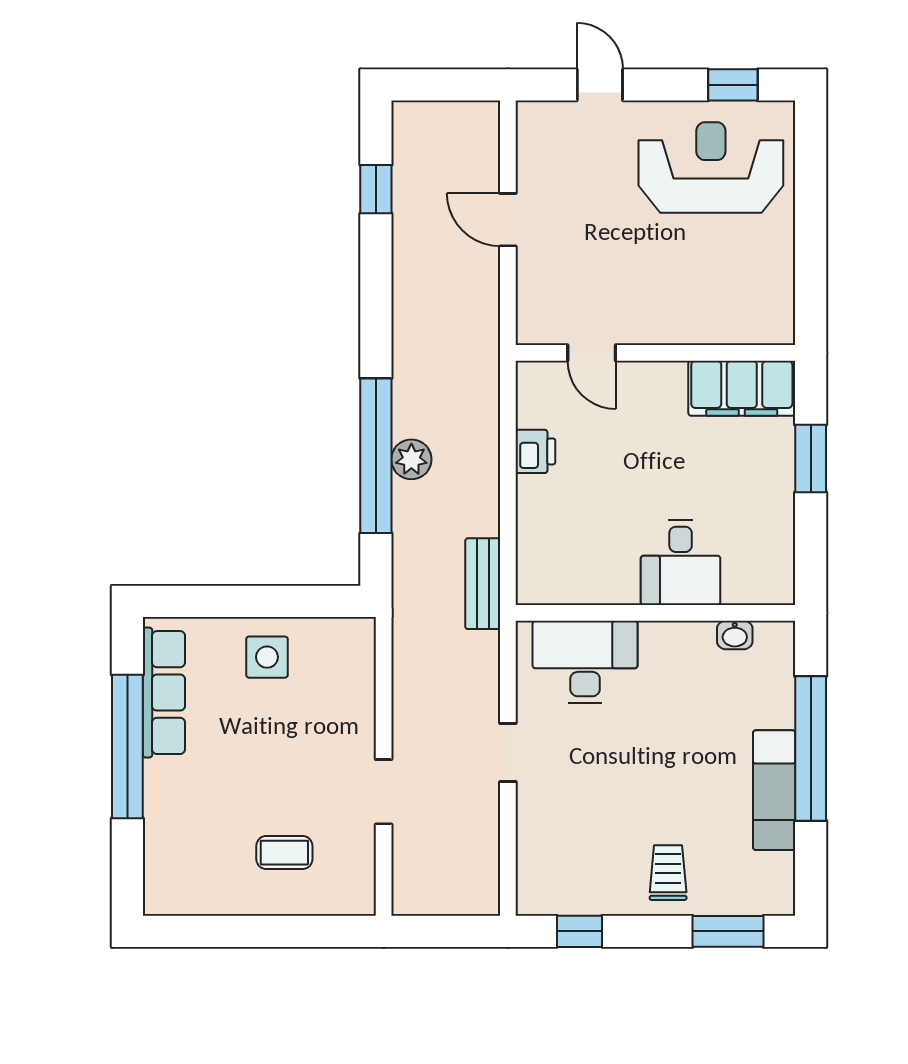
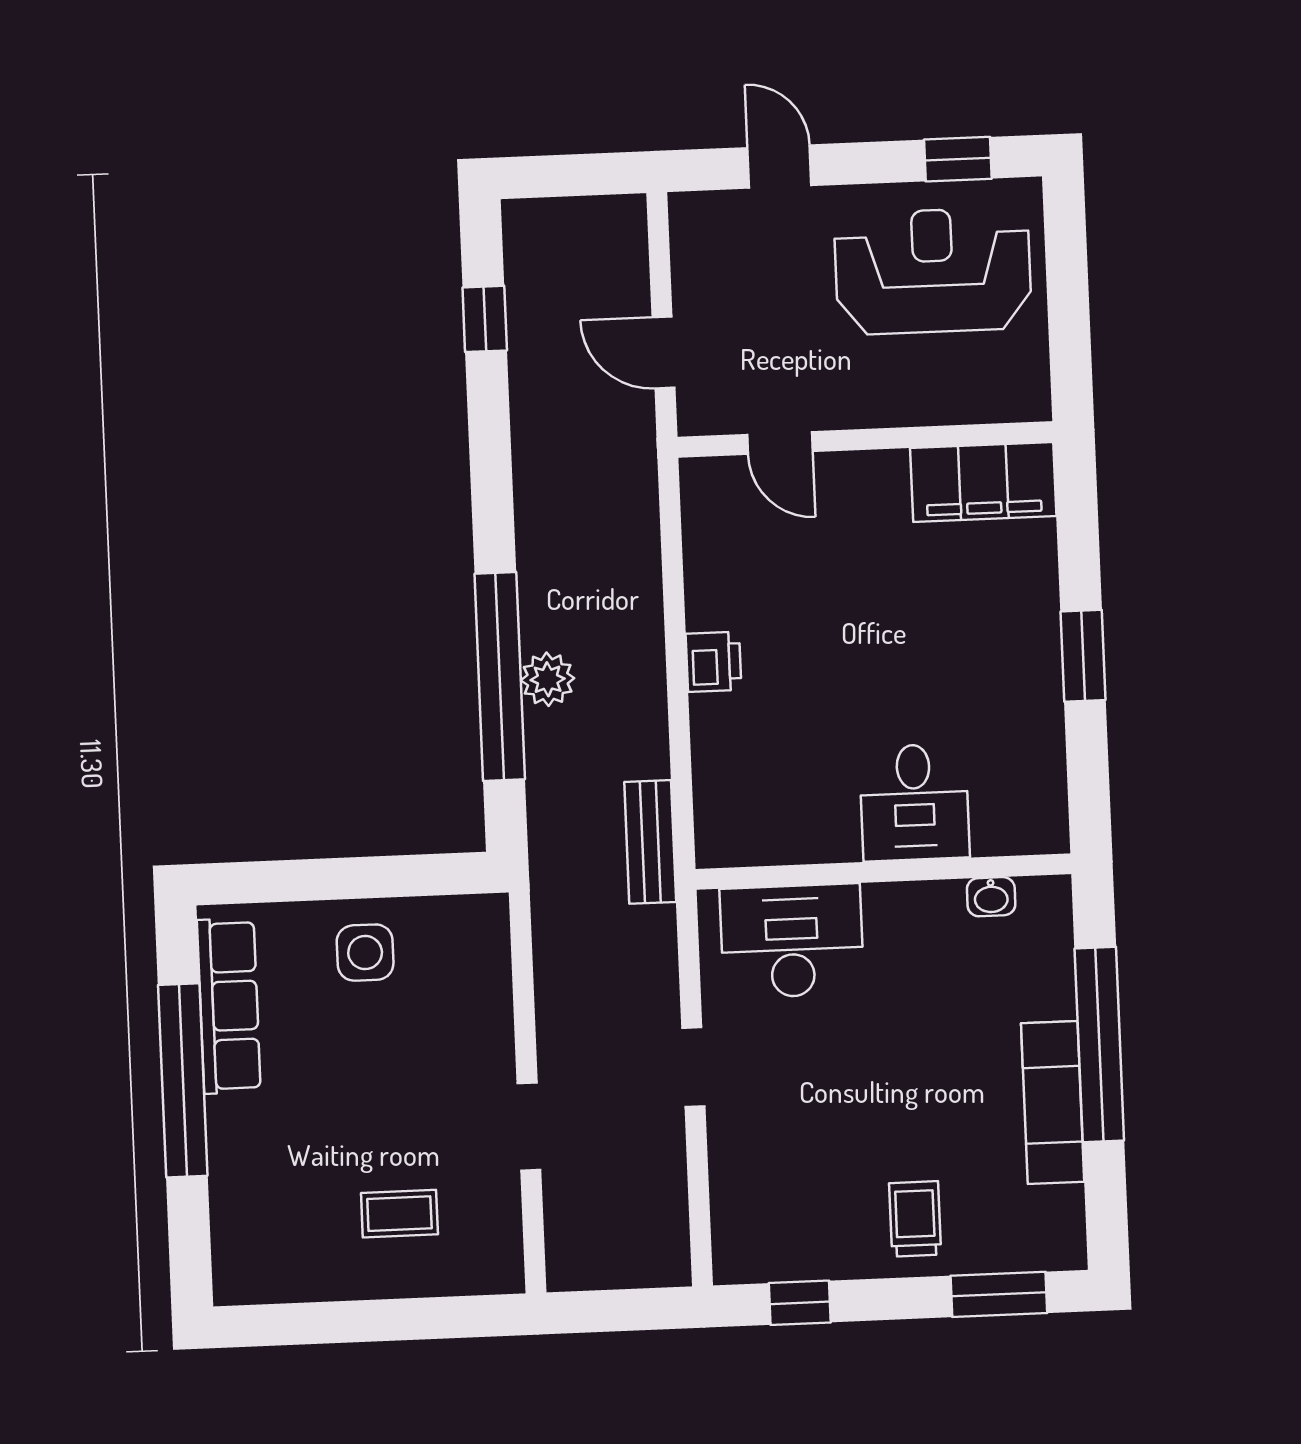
door: (592, 353) -> (780, 443), moved
wall: (655, 353) -> (865, 439), moved
filing cabinet: (742, 388) -> (983, 482), moved

